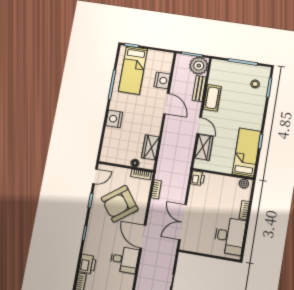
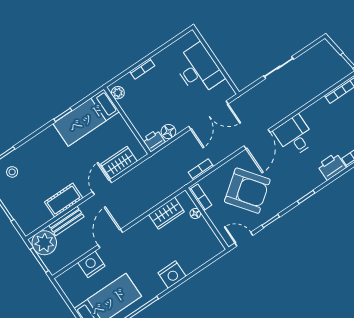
floor lamp: (195, 191) -> (168, 132), added
desk: (230, 236) -> (198, 70), moved, turned 90

